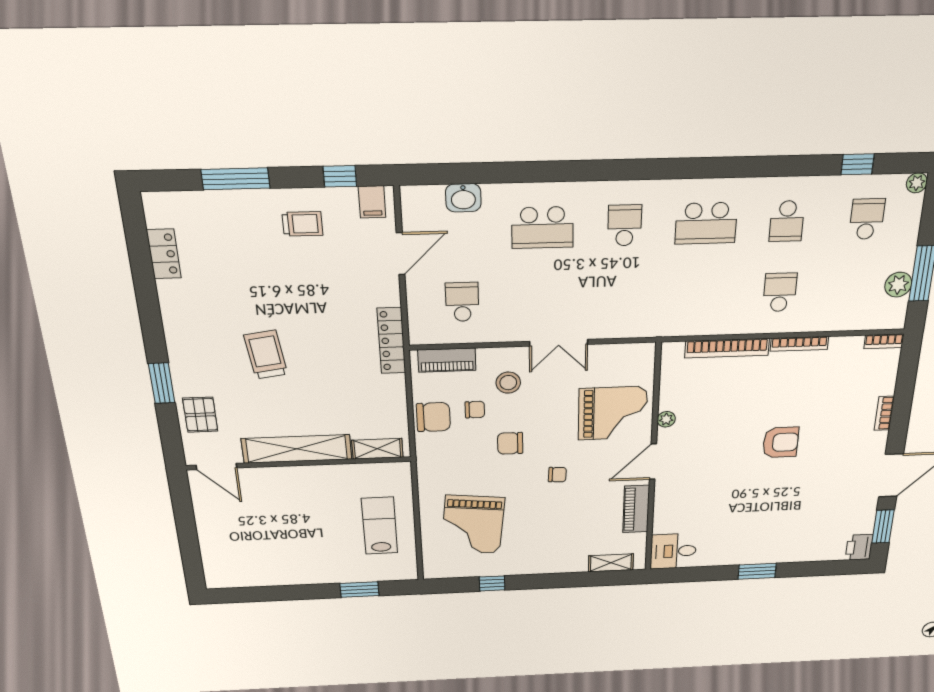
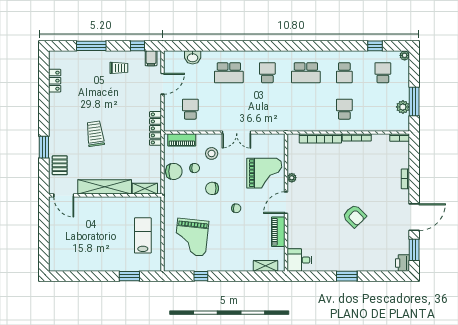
armchair: (781, 442) -> (354, 216), moved, turned 45

